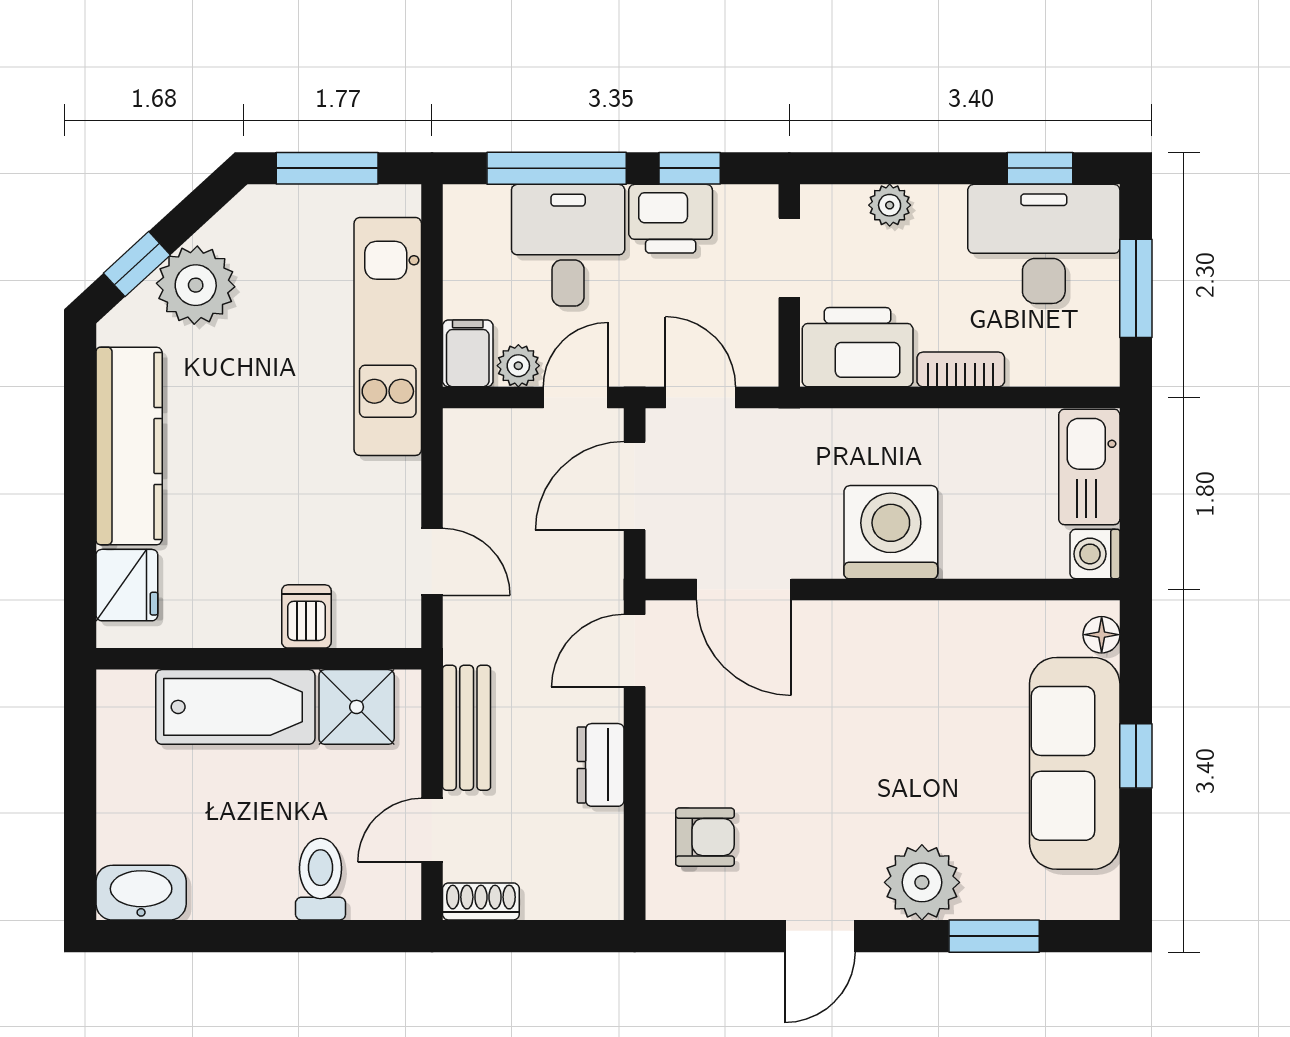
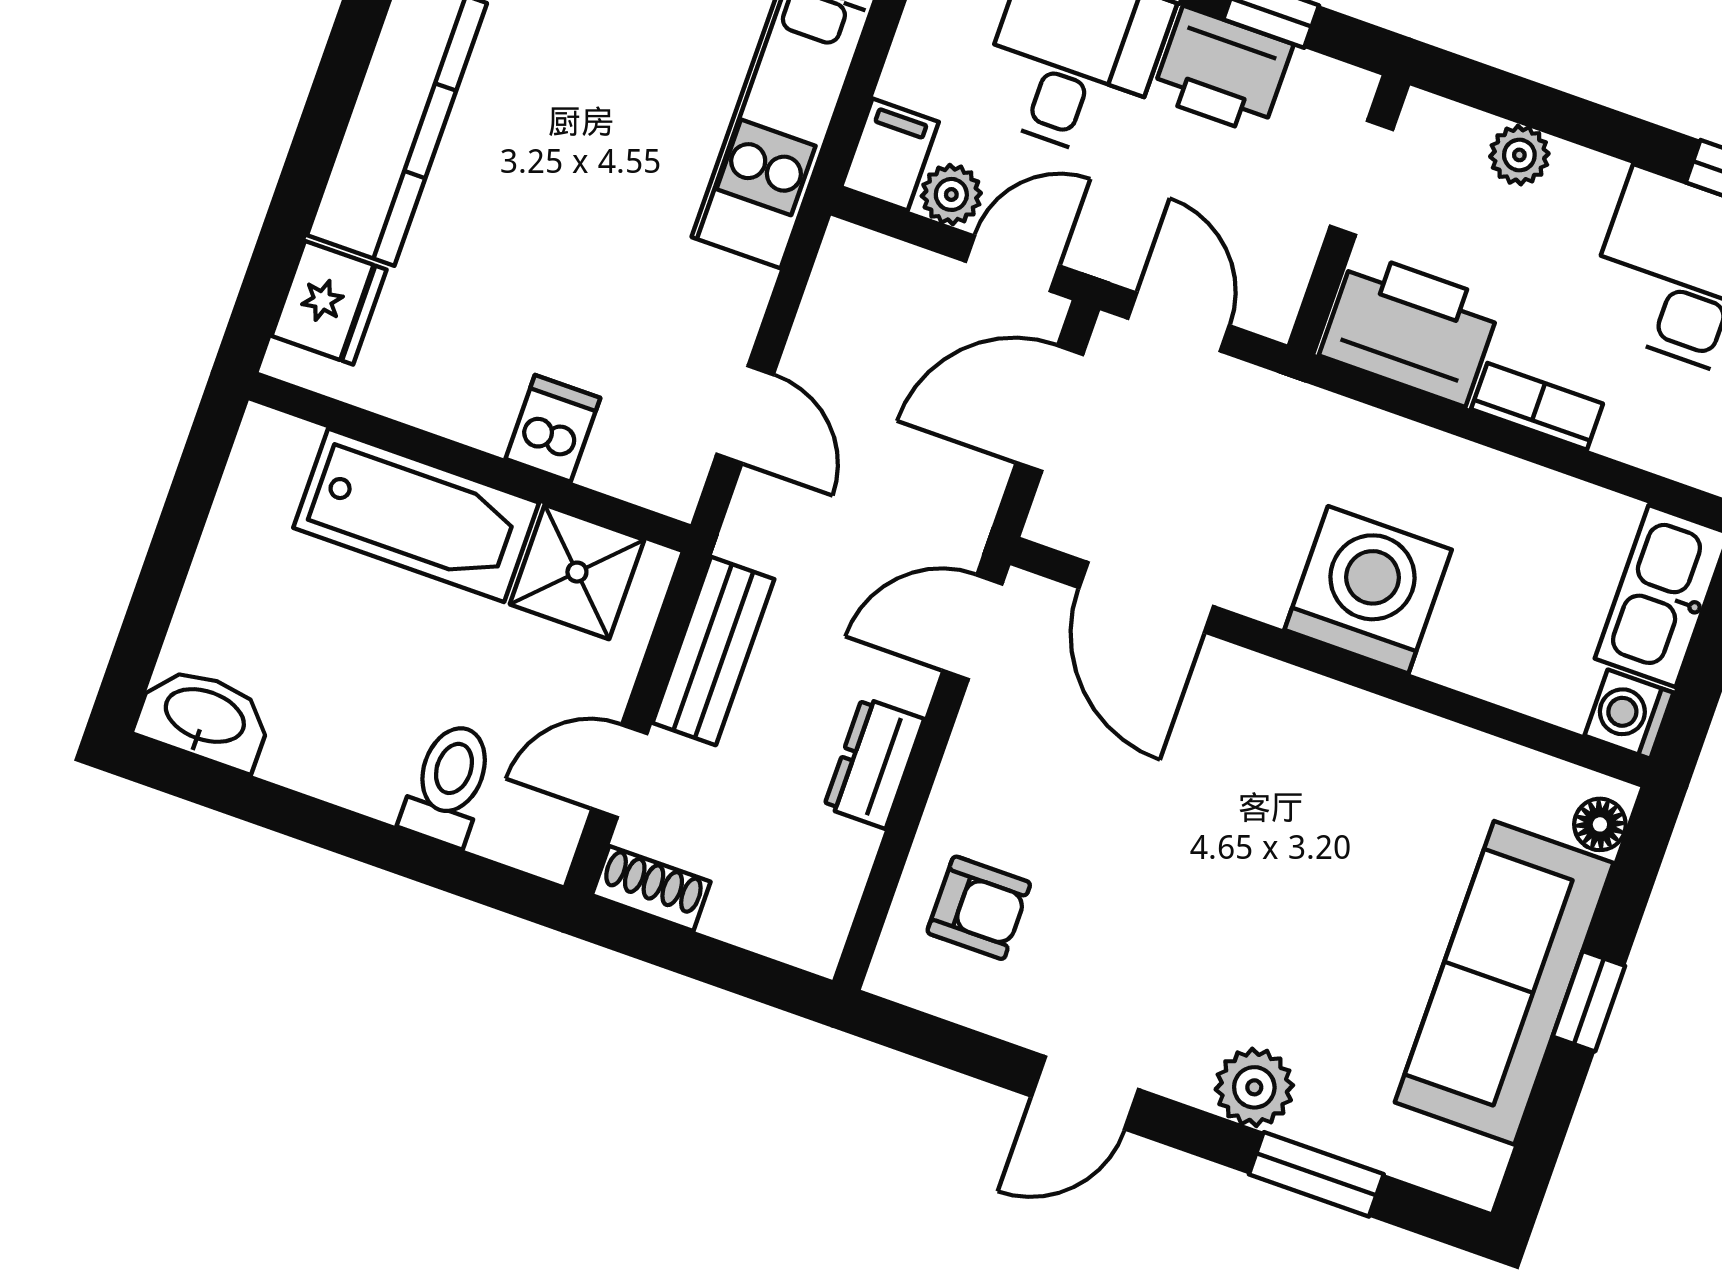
plant: (922, 882) -> (1254, 1087), width x0.73, depth x0.73

